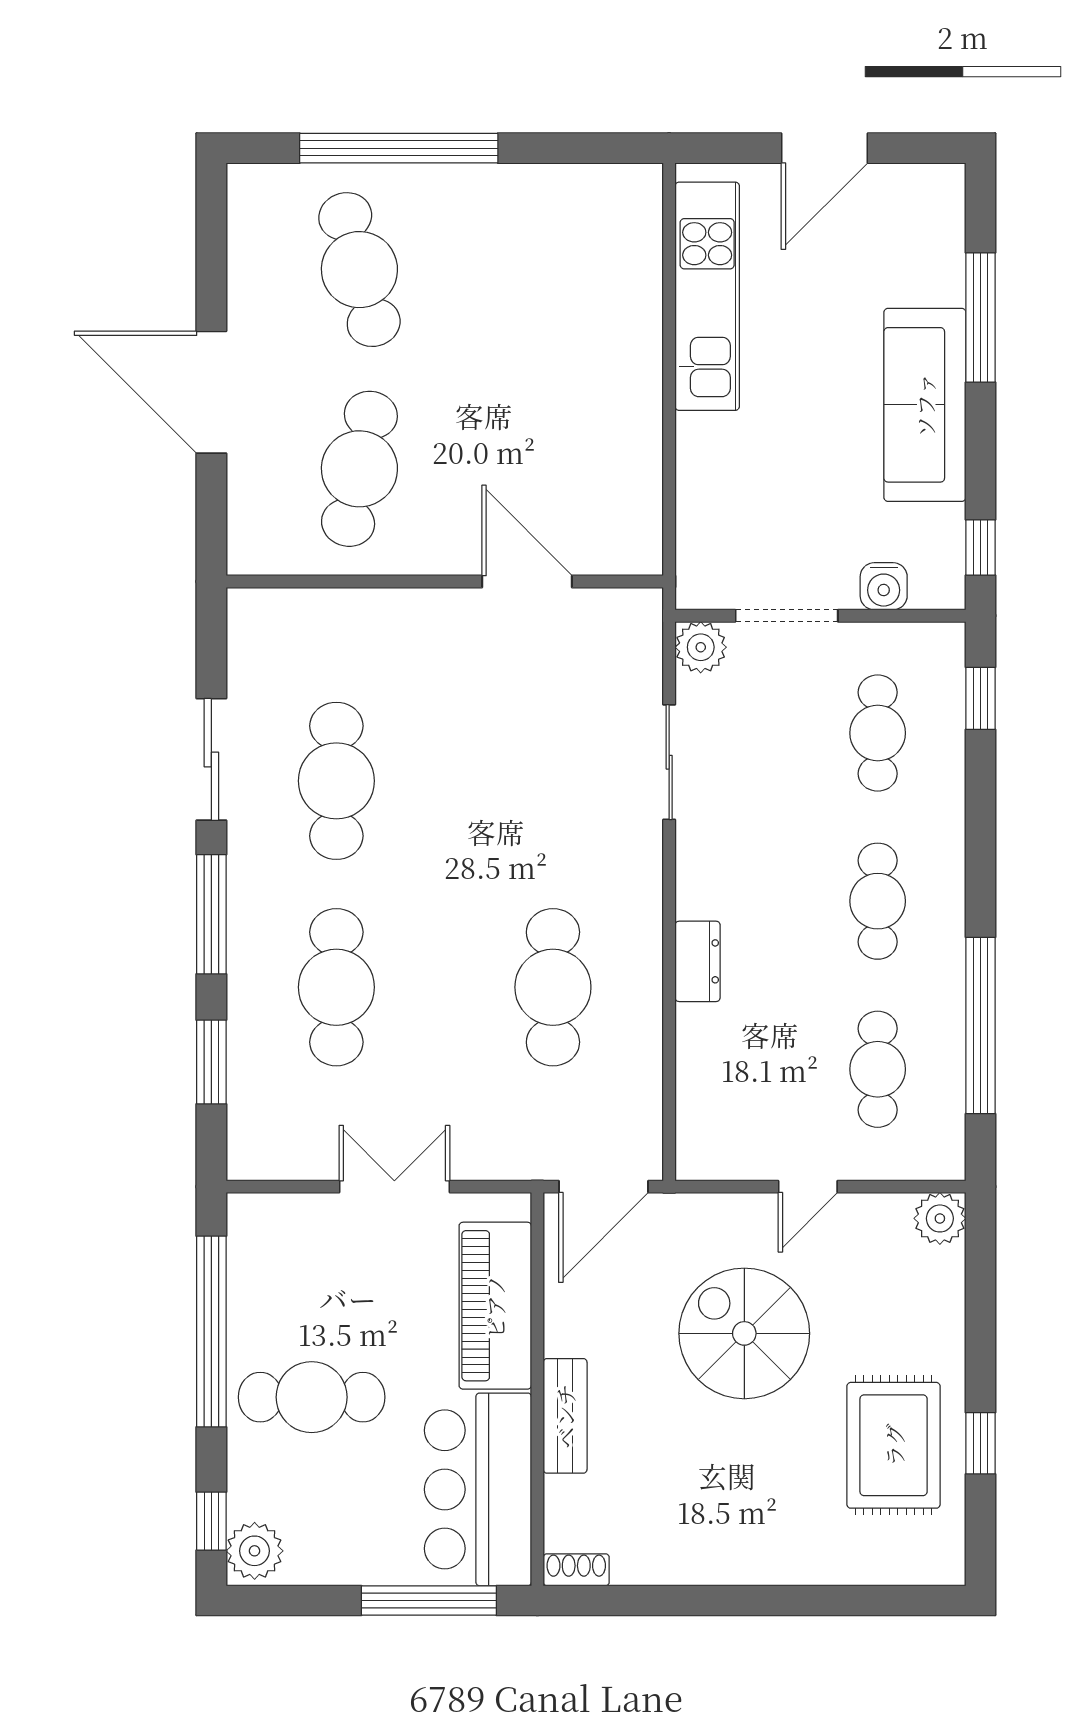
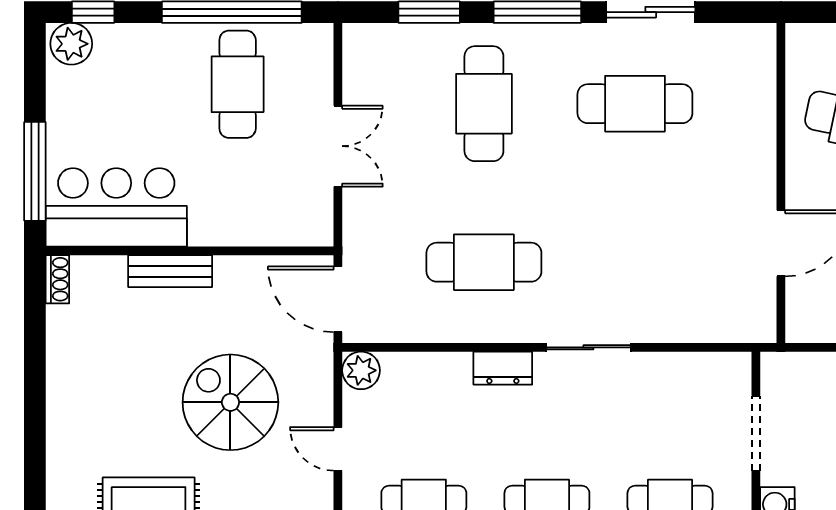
plant: (701, 647) -> (361, 370), moved
sliding door: (669, 762) -> (588, 347), moved
cafe table: (336, 987) -> (484, 104), turned 90
piano: (495, 1306) -> (251, 220), removed
spiral stairs: (744, 1333) -> (230, 402), turned -90
cafe table: (312, 1397) -> (238, 84), moved

